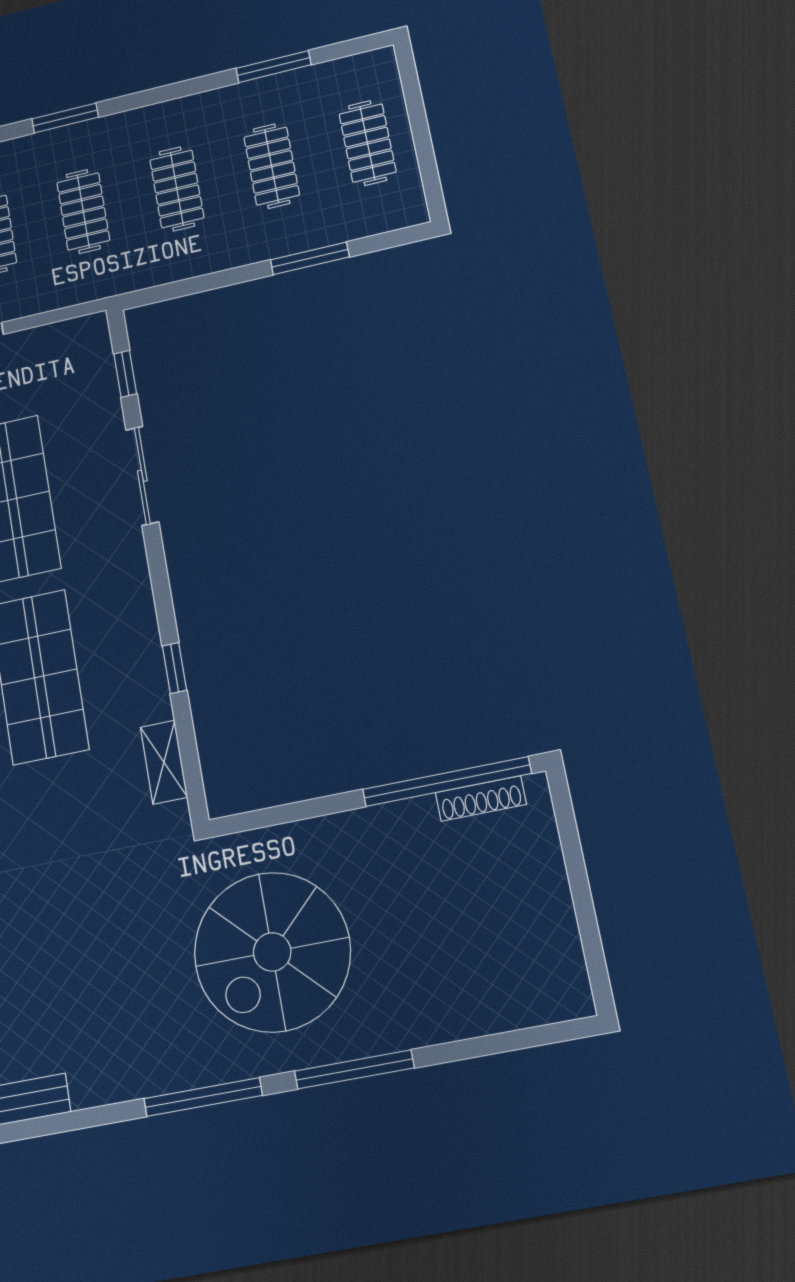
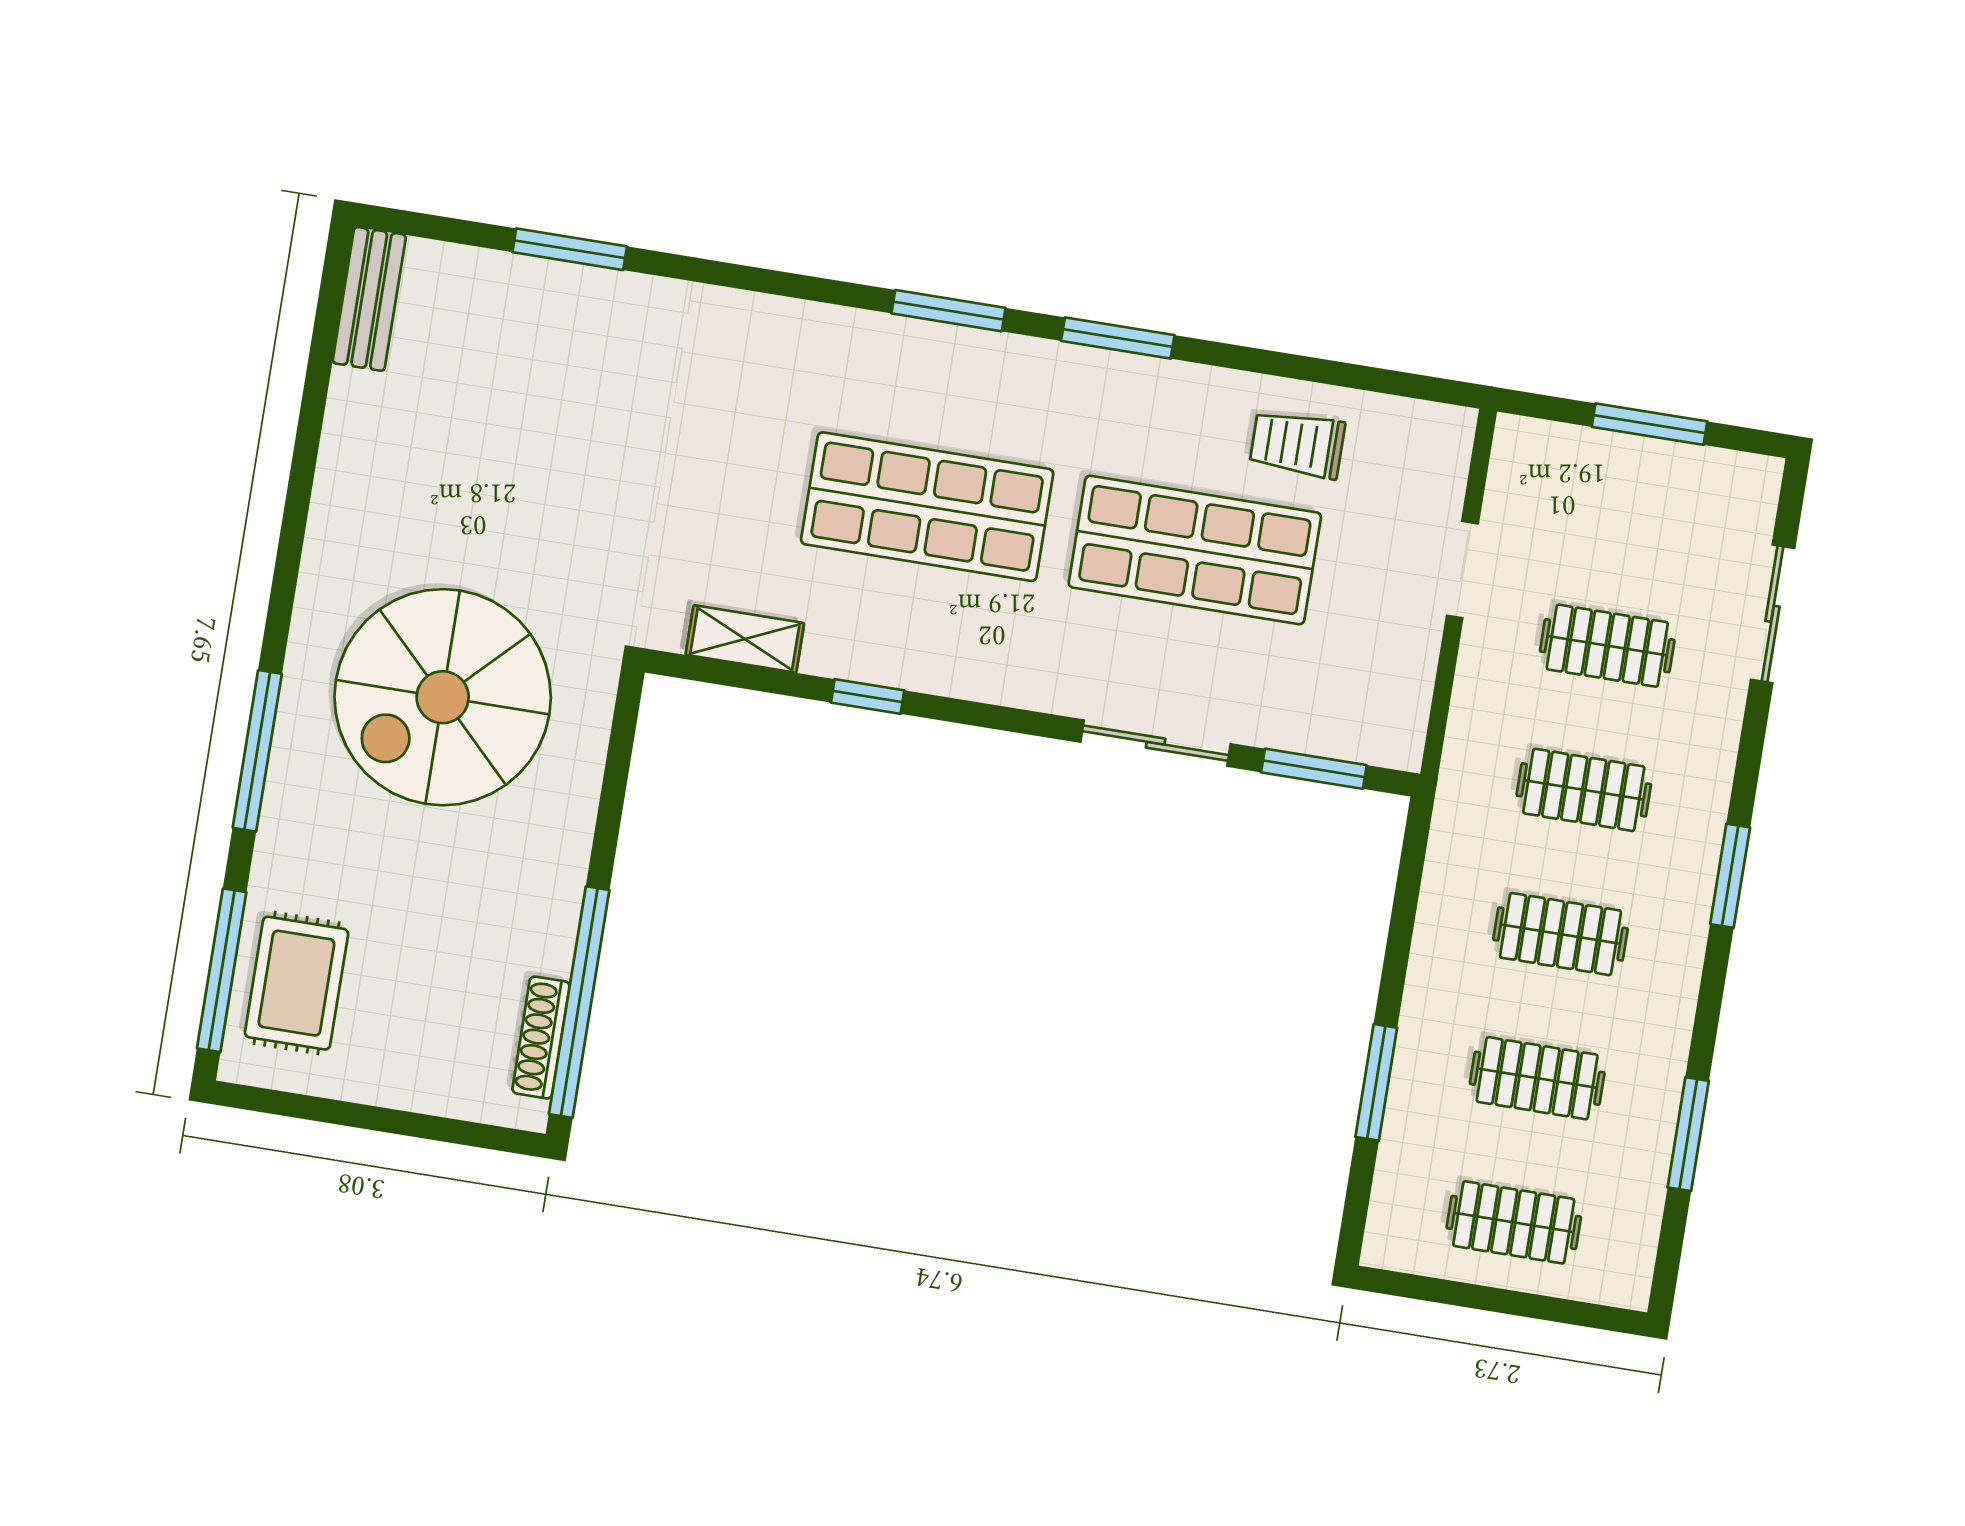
window: (65, 118) -> (1730, 876), moved
window: (125, 374) -> (1314, 769), width x1.50
spiral stairs: (272, 952) -> (443, 697), turned -90
rug: (507, 983) -> (297, 983), added
window: (203, 1097) -> (222, 970), moved

